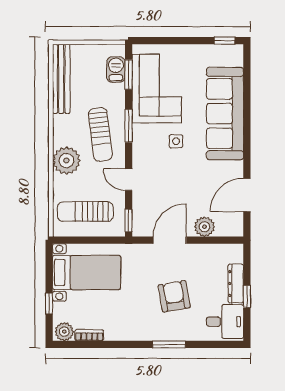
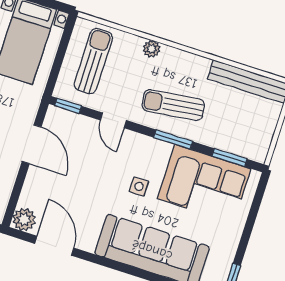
barbecue: (116, 69) -> (240, 145), removed
plant: (66, 161) -> (152, 49), width x0.53, depth x0.53
door: (129, 180) -> (113, 120), swing flipped
plant: (204, 227) -> (24, 220), moved

